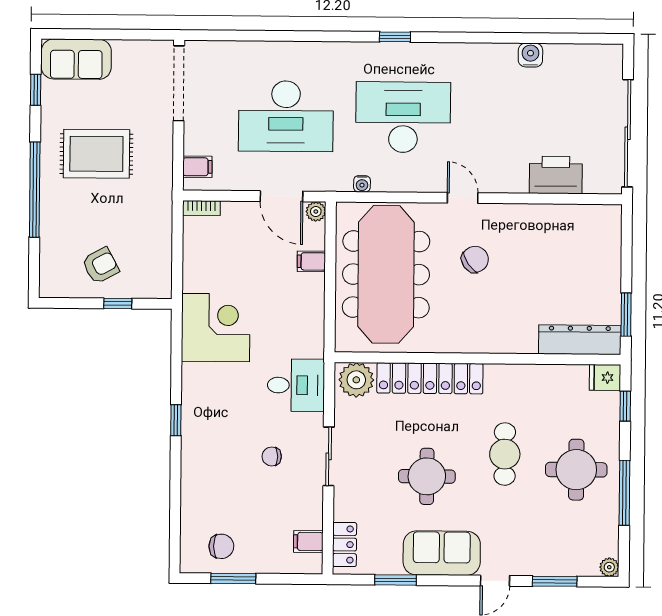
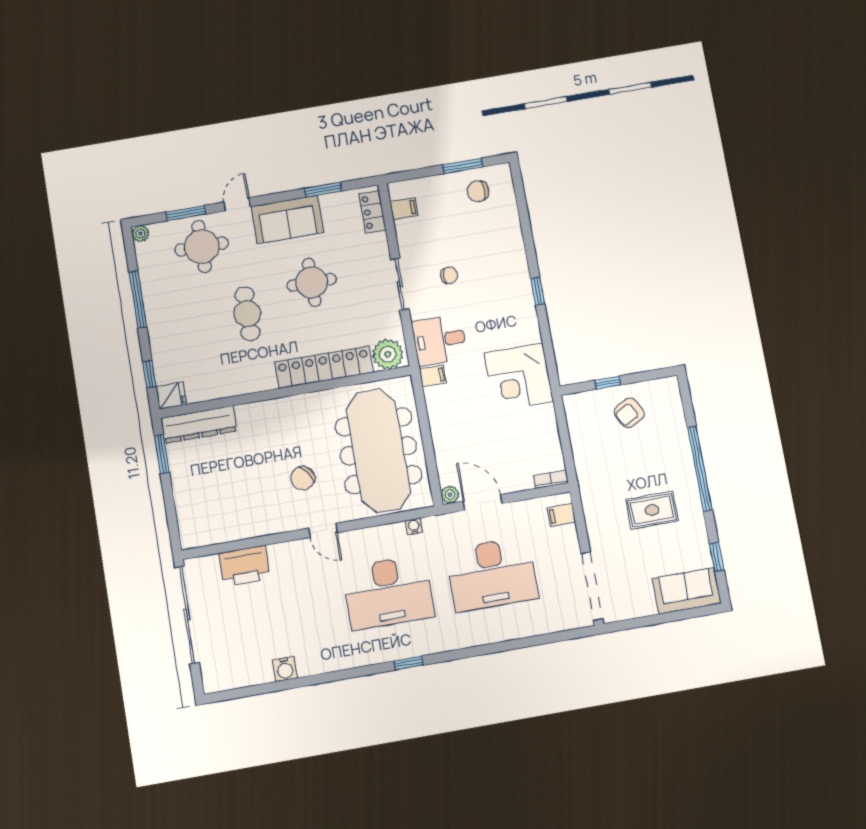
desk: (286, 116) -> (492, 574), turned 180
rug: (96, 154) -> (652, 510), width x0.73, depth x0.70
filing cabinet: (311, 261) -> (433, 376), moved
round table: (576, 470) -> (202, 247), moved

